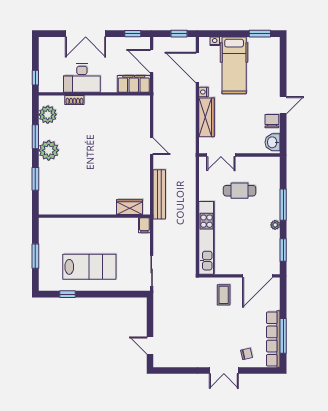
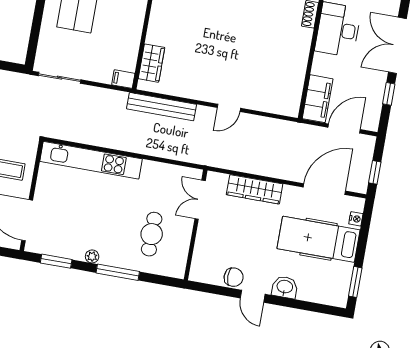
window: (133, 34) -> (389, 94), moved
nightstand: (204, 92) -> (290, 191), removed
washbasin: (273, 142) -> (285, 287), moved
cafe table: (240, 191) -> (152, 234), moved

